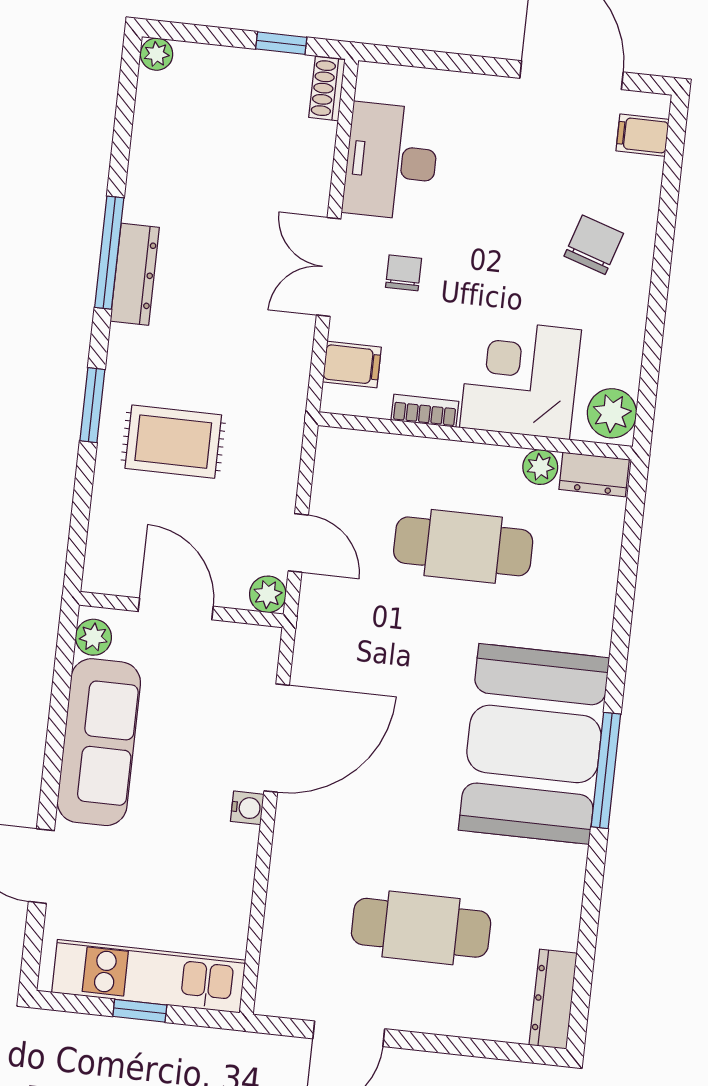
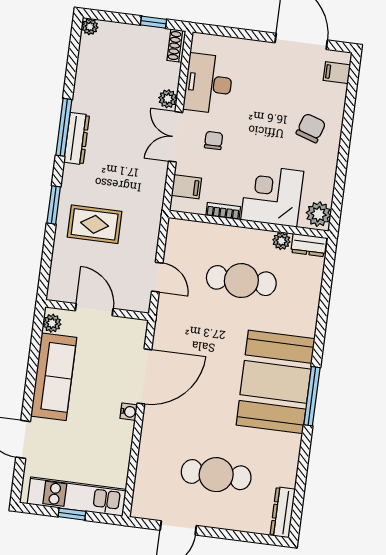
plant: (268, 594) -> (168, 99), moved

